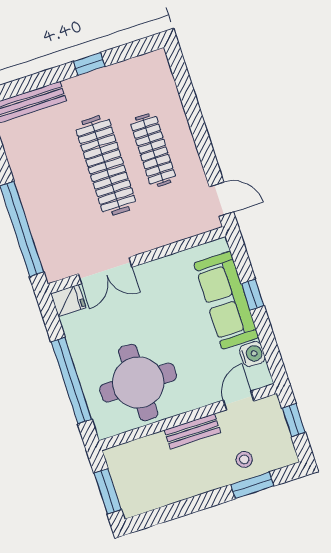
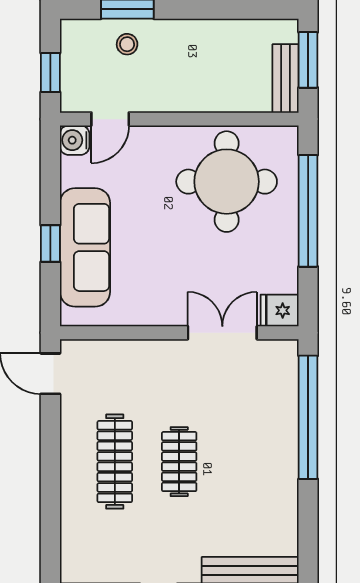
clothes rail: (106, 166) -> (179, 462), width x0.54, depth x0.76
water cooler: (252, 354) -> (75, 140), moved
bench: (192, 431) -> (286, 78), moved, turned 90

